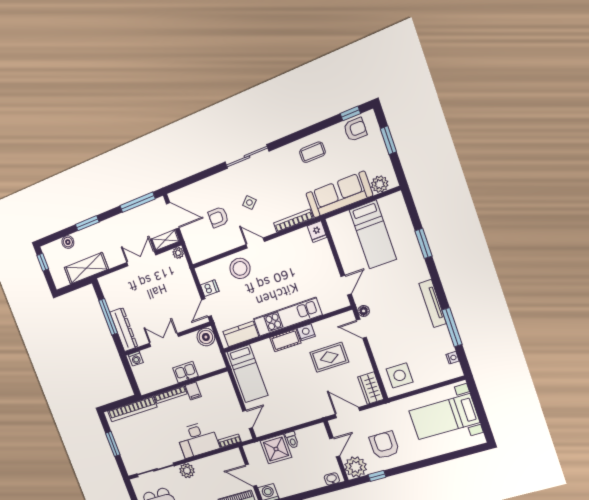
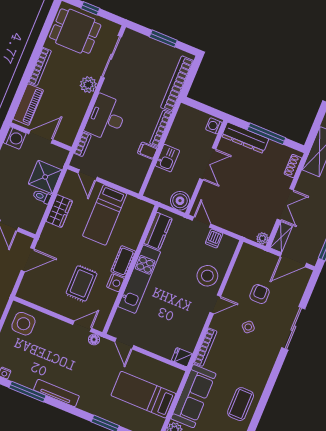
coffee table: (312, 152) -> (241, 404), width x1.36, depth x1.30
sliding door: (247, 157) -> (293, 328), moved
shoe rack: (112, 278) -> (293, 166), added
bed: (248, 374) -> (105, 215), moved, turned -90
wardrobe: (371, 388) -> (59, 211), moved, turned 90

